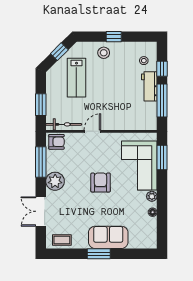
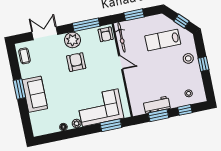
workbench: (149, 86) -> (157, 105), moved
window: (162, 100) -> (159, 115), width x0.69
armchair: (101, 183) -> (76, 62), moved, turned -90

